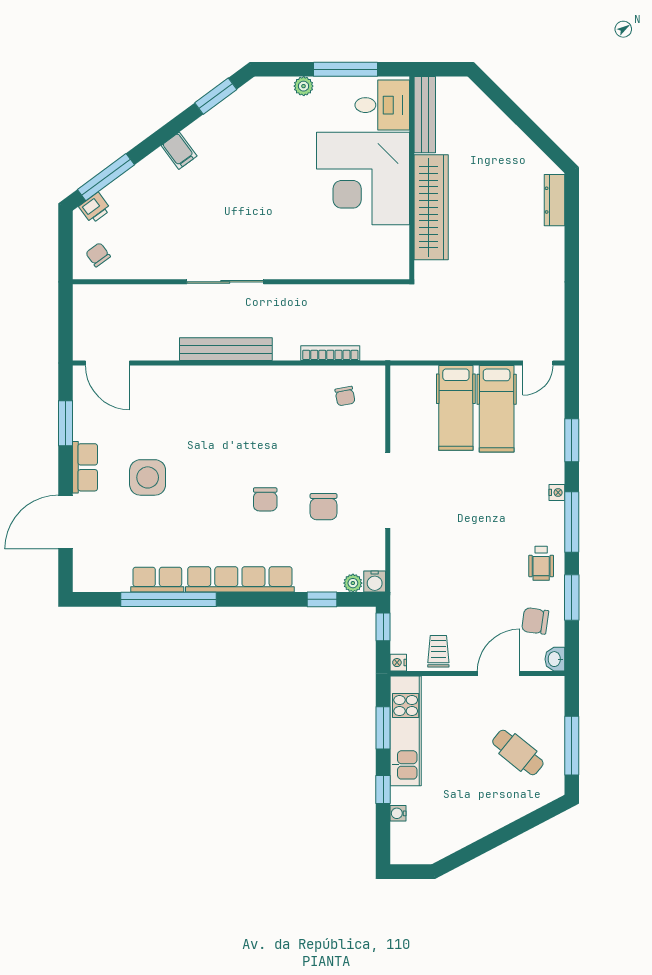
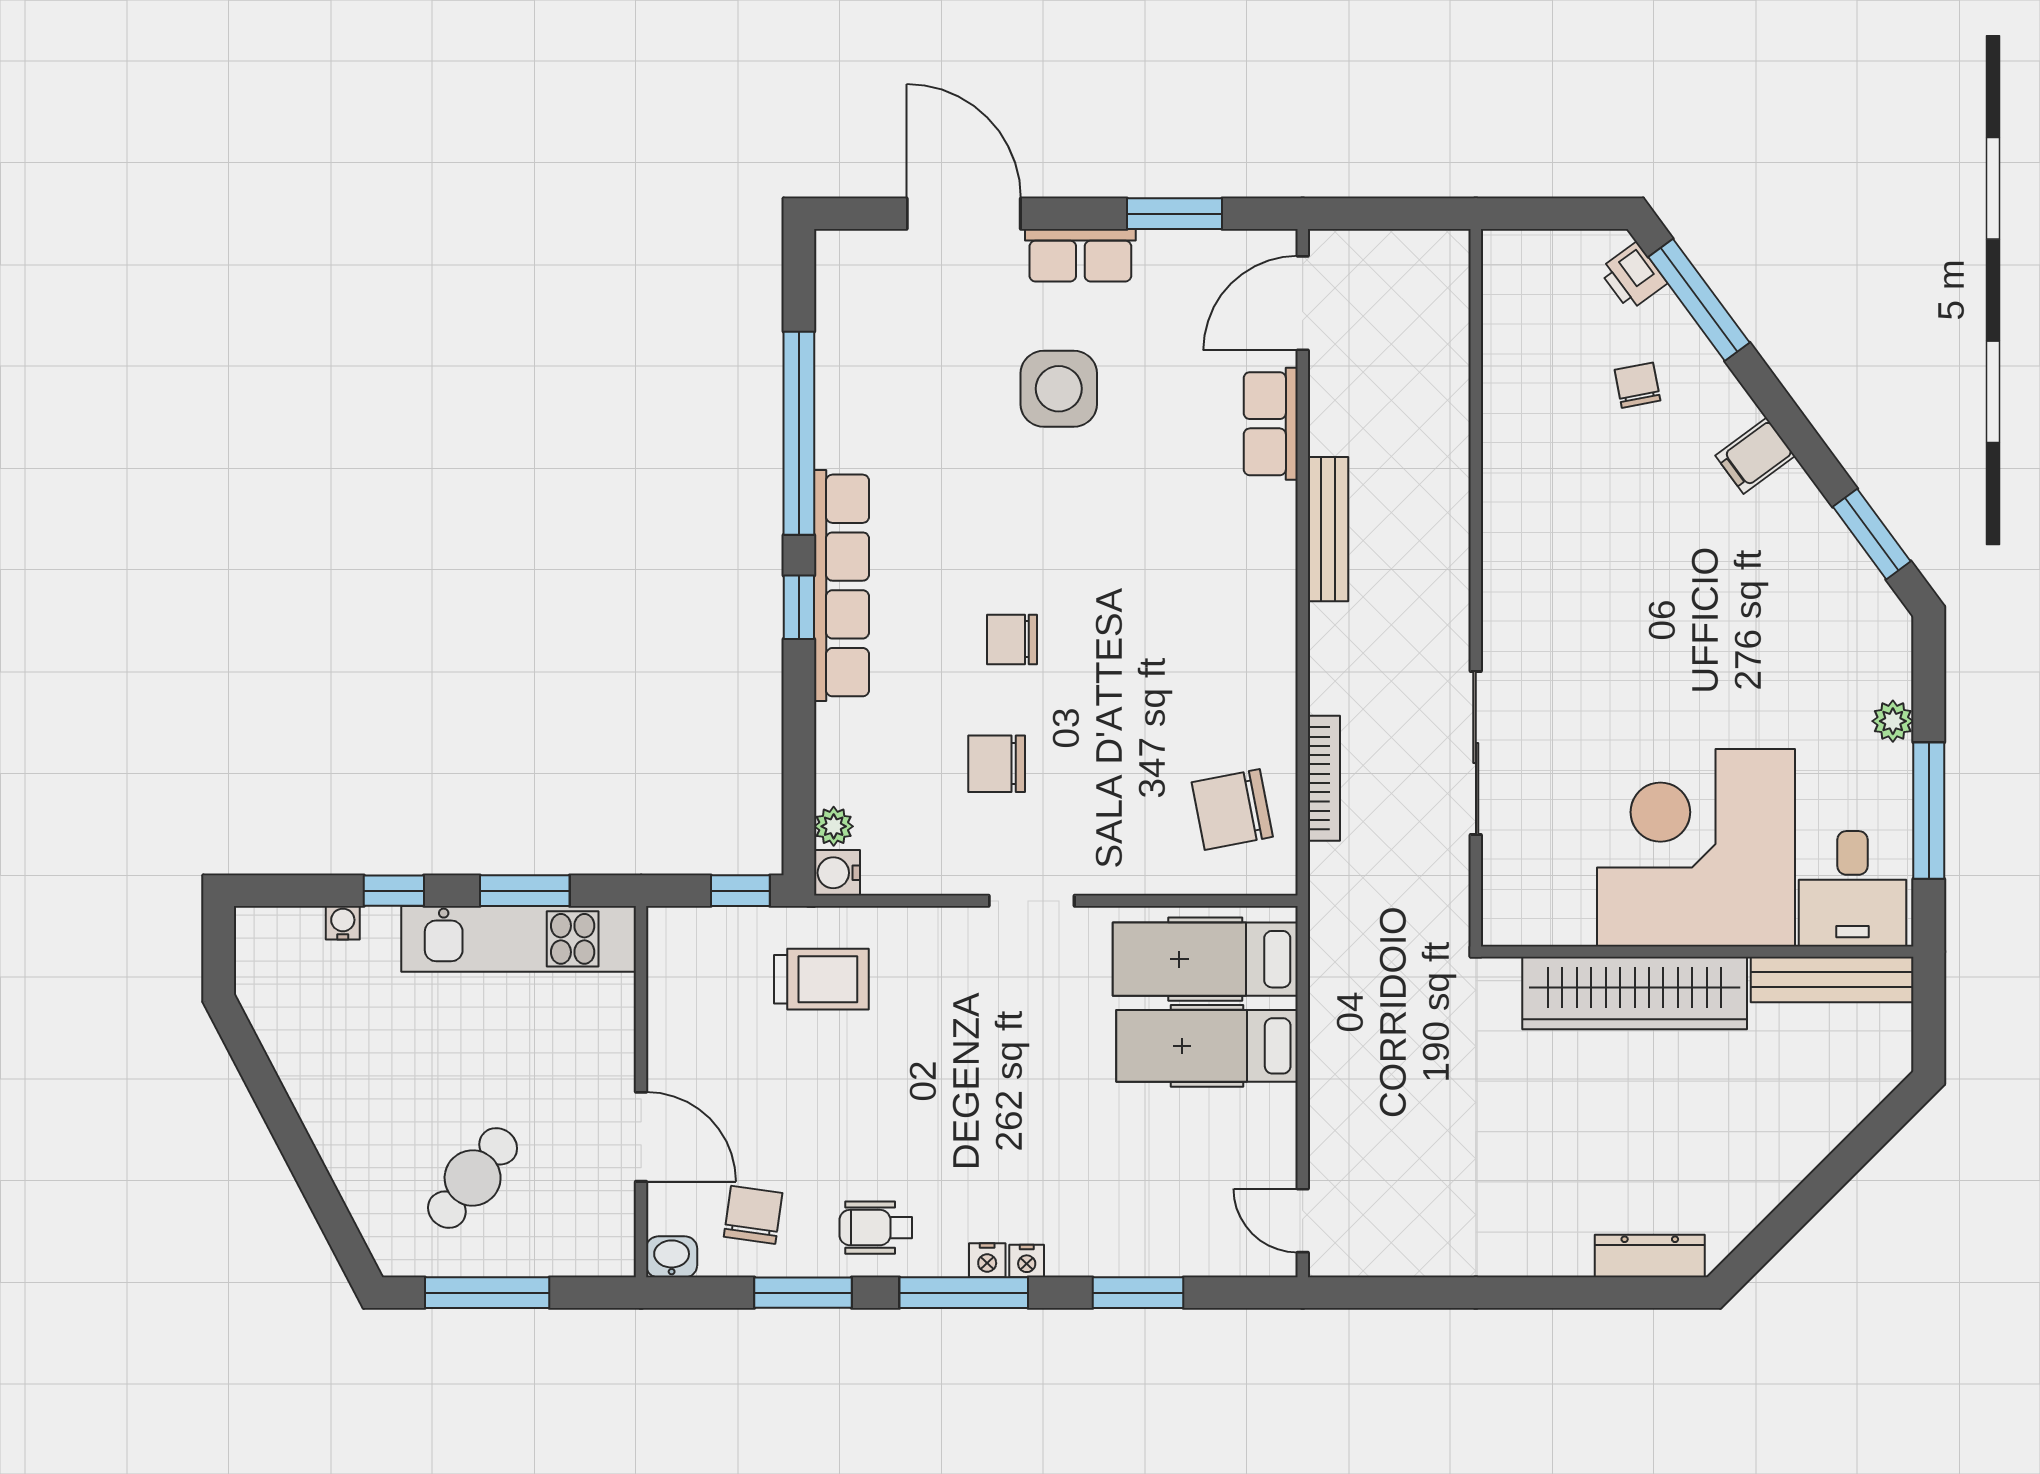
chair: (98, 255) -> (1637, 385), moved, turned -65
sliding door: (225, 282) -> (1476, 753), moved
bench: (226, 349) -> (1328, 529), width x0.73, depth x0.82
chair: (345, 396) -> (1232, 810), width x1.87, depth x1.87
hospital bed: (497, 409) -> (1205, 959), moved
doorway: (388, 490) -> (1032, 901), width x0.53
row of seats: (157, 580) -> (1271, 424), moved, turned 180
window: (322, 599) -> (799, 607), moved
trolley: (438, 651) -> (821, 979), moved, width x1.36, depth x1.39
nightstand: (398, 663) -> (987, 1260), moved, turned 180

